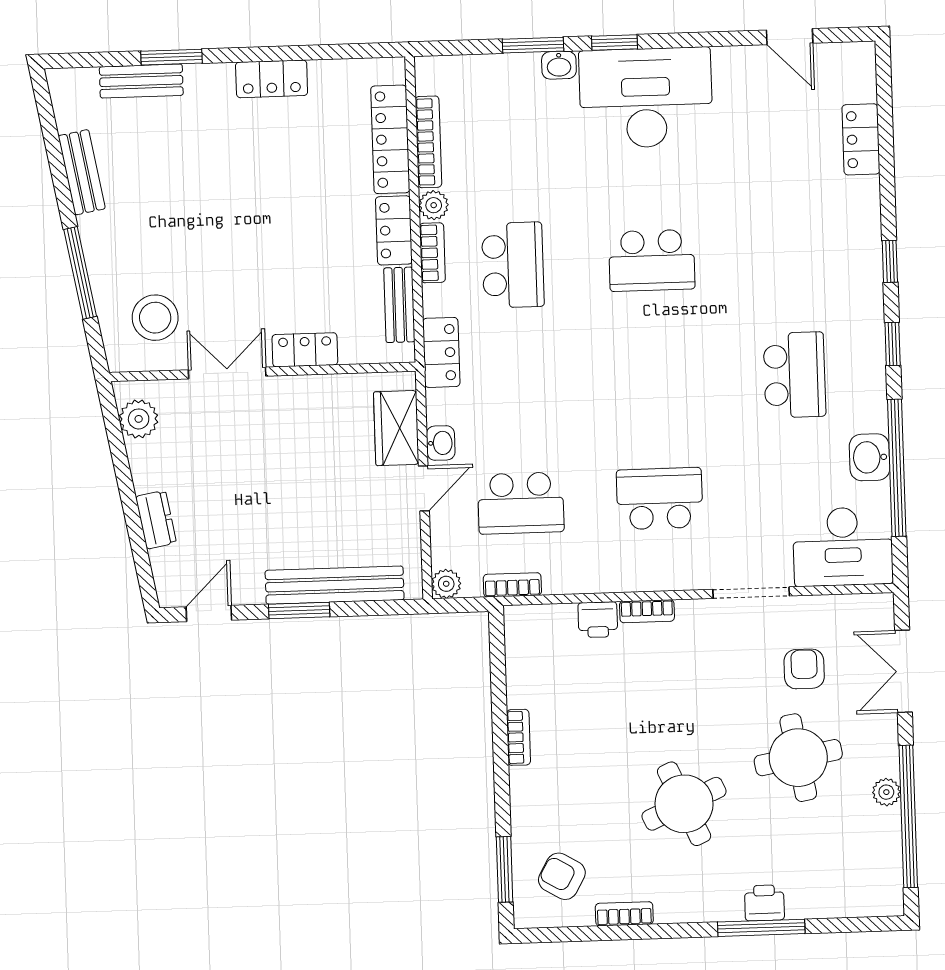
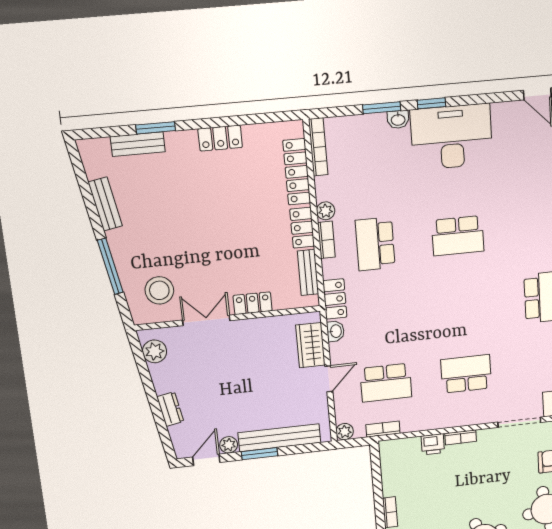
bookcase: (428, 142) -> (318, 147), moved
school desk: (513, 265) -> (375, 244), turned 180
washbasin: (441, 443) -> (335, 331), moved
plant: (248, 590) -> (229, 445), added

